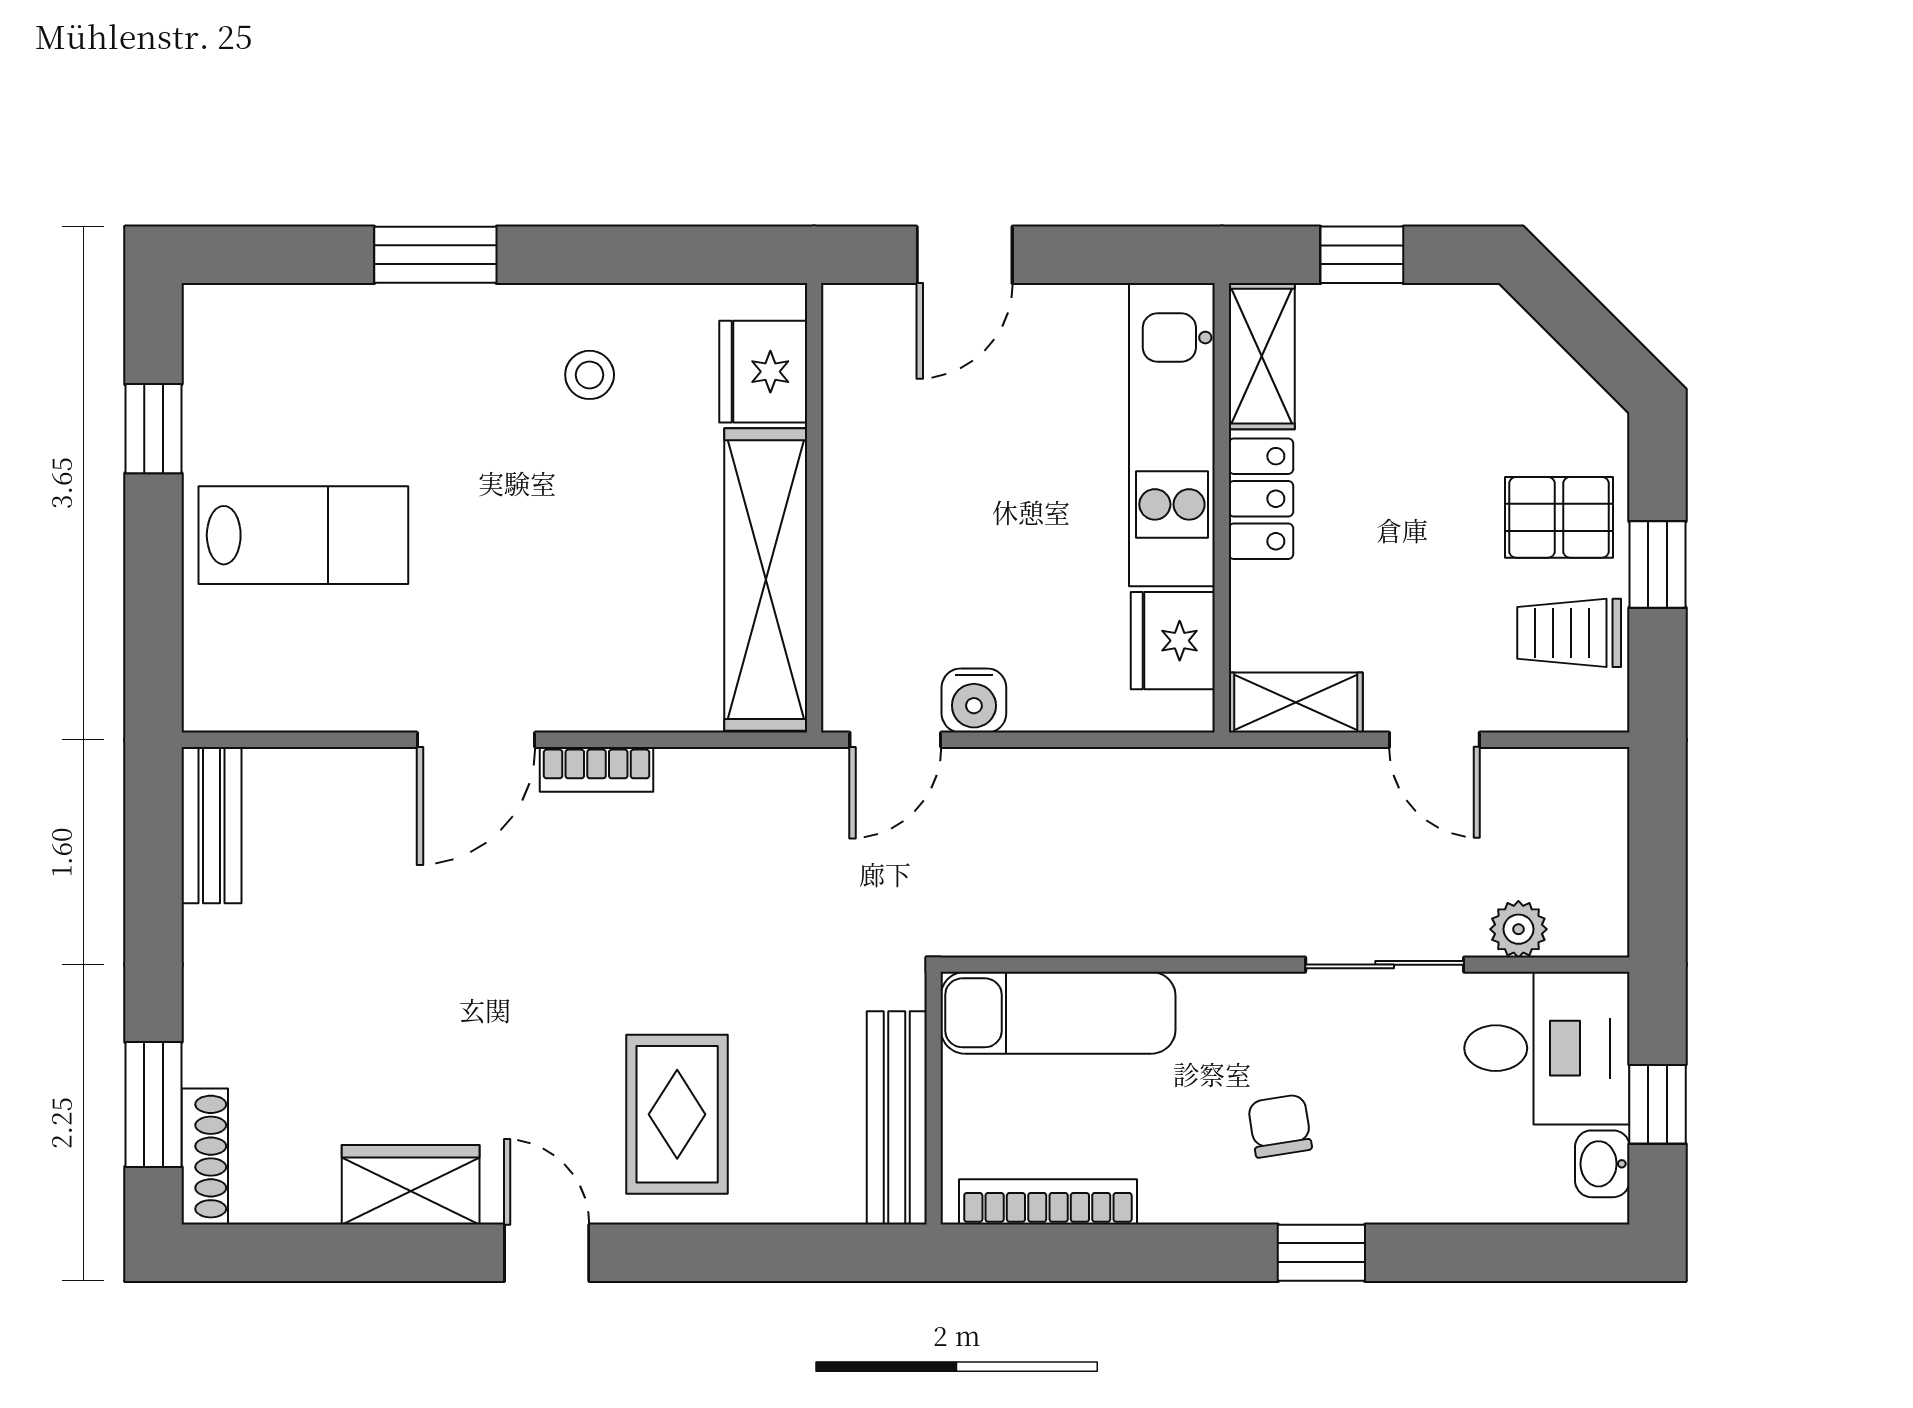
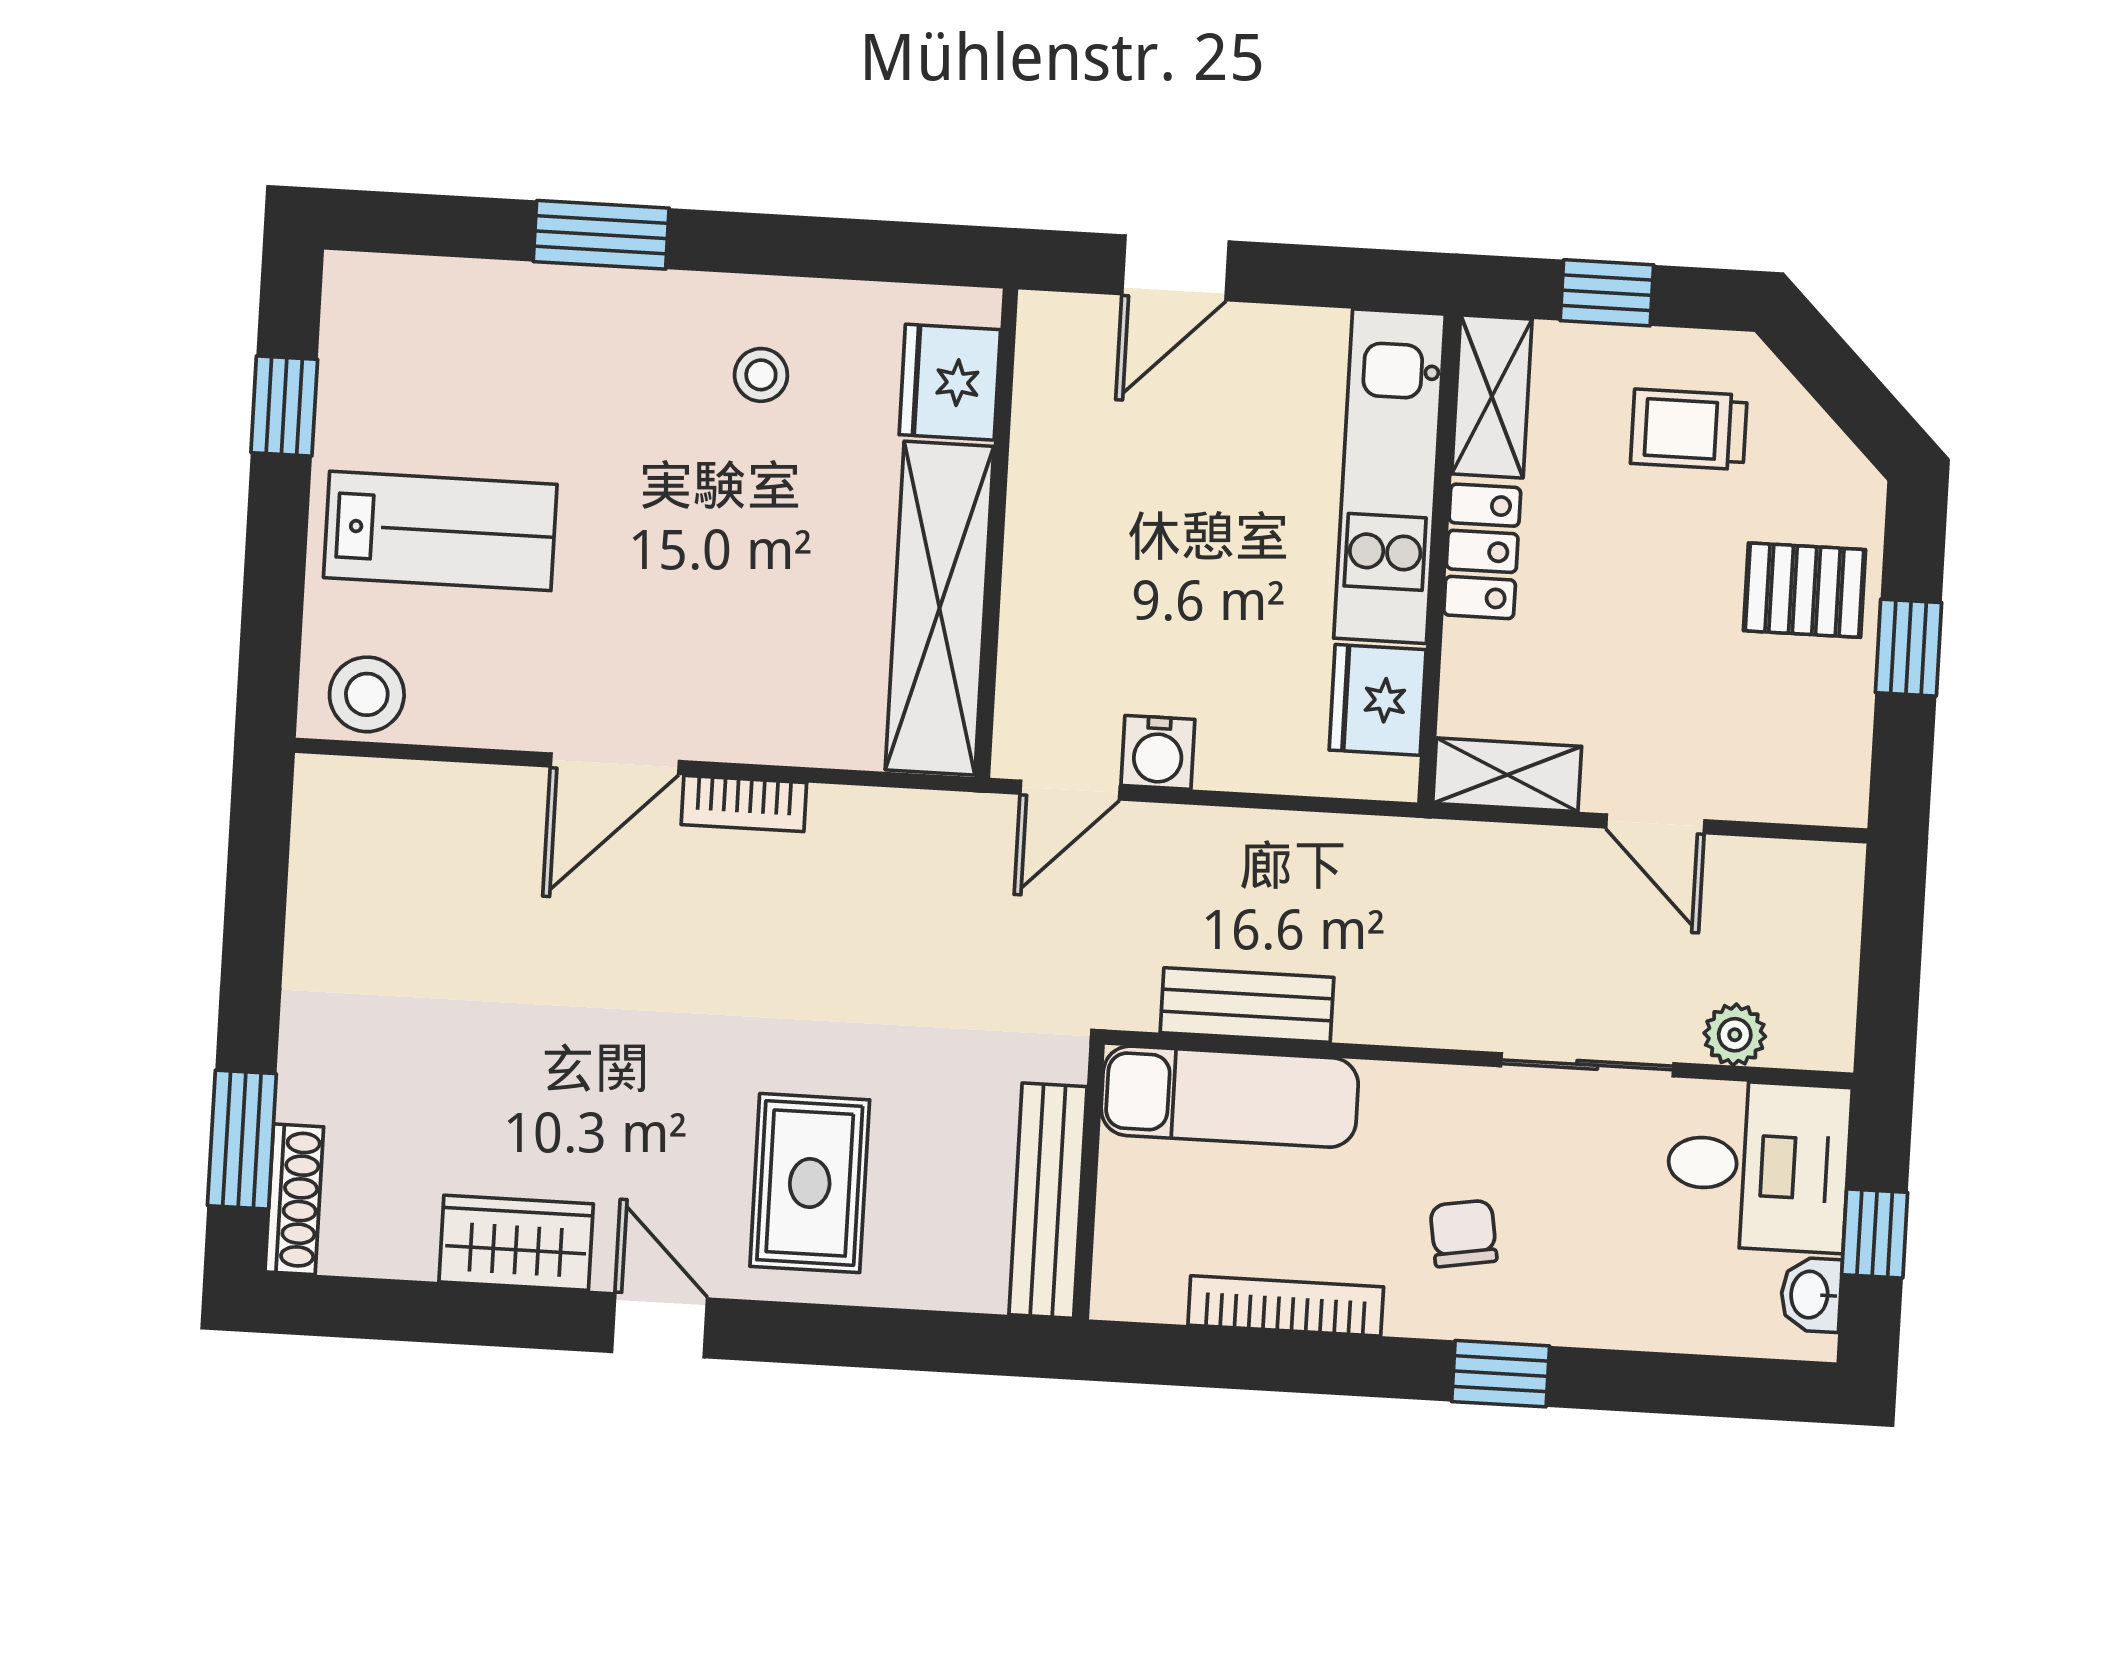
trolley: (1569, 633) -> (1689, 429), moved
stool: (245, 689) -> (367, 694), added
bench: (211, 825) -> (1247, 1005), moved, turned 90
bookcase: (1048, 1202) -> (1286, 1306), moved

